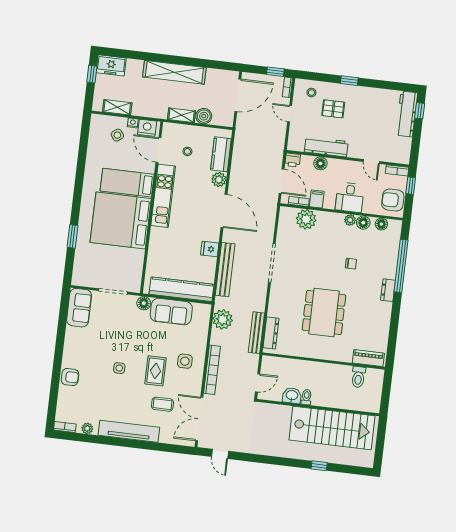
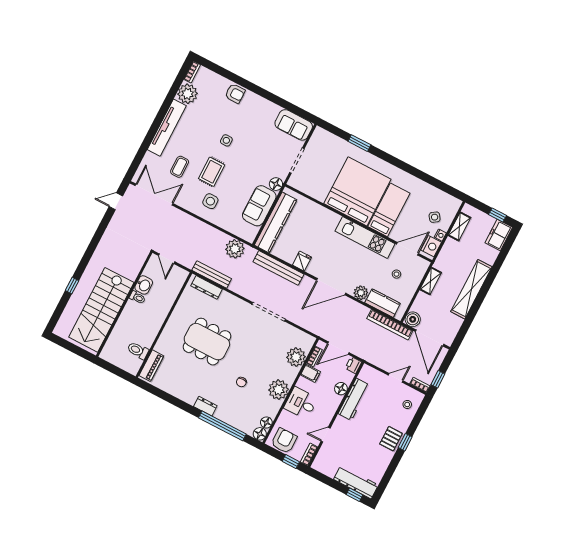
pallet: (333, 109) -> (391, 439), moved
boiler: (204, 116) -> (413, 319), moved
plant: (350, 220) -> (279, 390), width x1.88, depth x1.88
floor lamp: (363, 223) -> (260, 434), moved
bookcase: (212, 370) -> (390, 325), moved
rug: (156, 371) -> (212, 172), turned 90
armchair: (70, 377) -> (235, 93), turned -90
plant: (87, 428) -> (187, 94), width x1.87, depth x1.87

